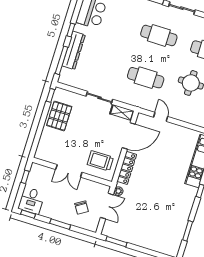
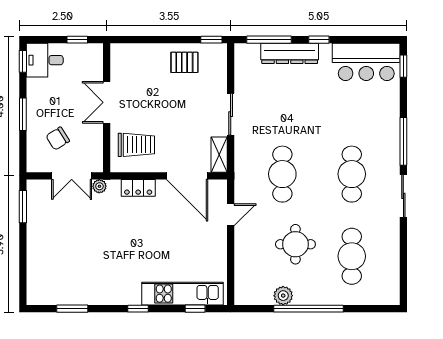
pallet: (59, 116) -> (184, 62), width x0.67, depth x0.71
trolley: (100, 161) -> (136, 145), turned 90
locker: (127, 168) -> (138, 188), width x0.66

